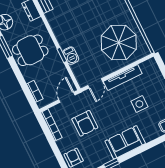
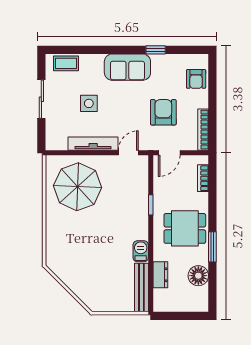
barbecue: (71, 56) -> (141, 251), moved

